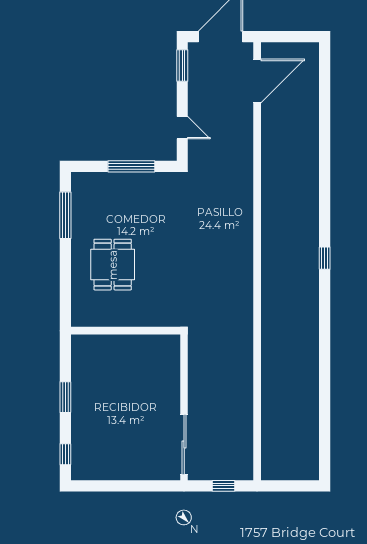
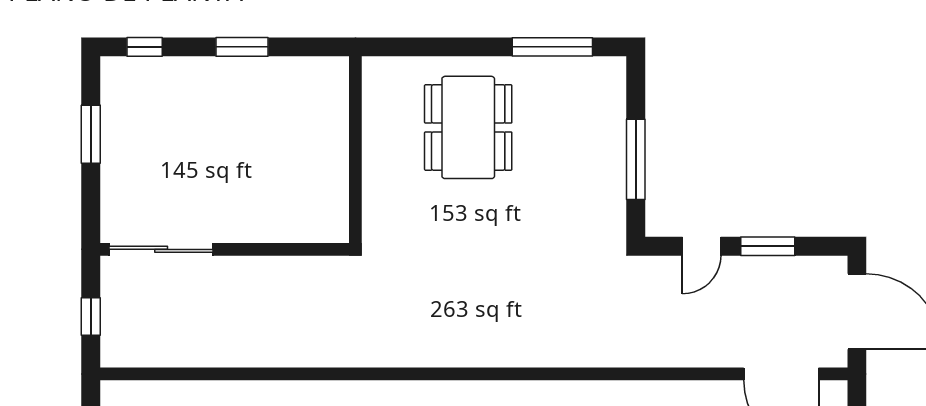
window: (182, 66) -> (768, 246), moved
dining table: (113, 265) -> (468, 127), width x1.38
window: (117, 486) -> (91, 134), added

